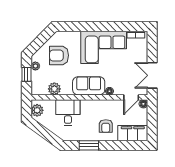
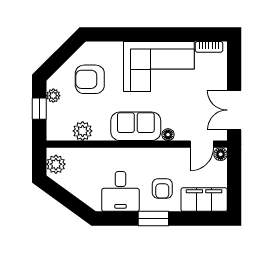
desk: (68, 113) -> (120, 191), moved, turned 180
window: (89, 145) -> (153, 219), moved

